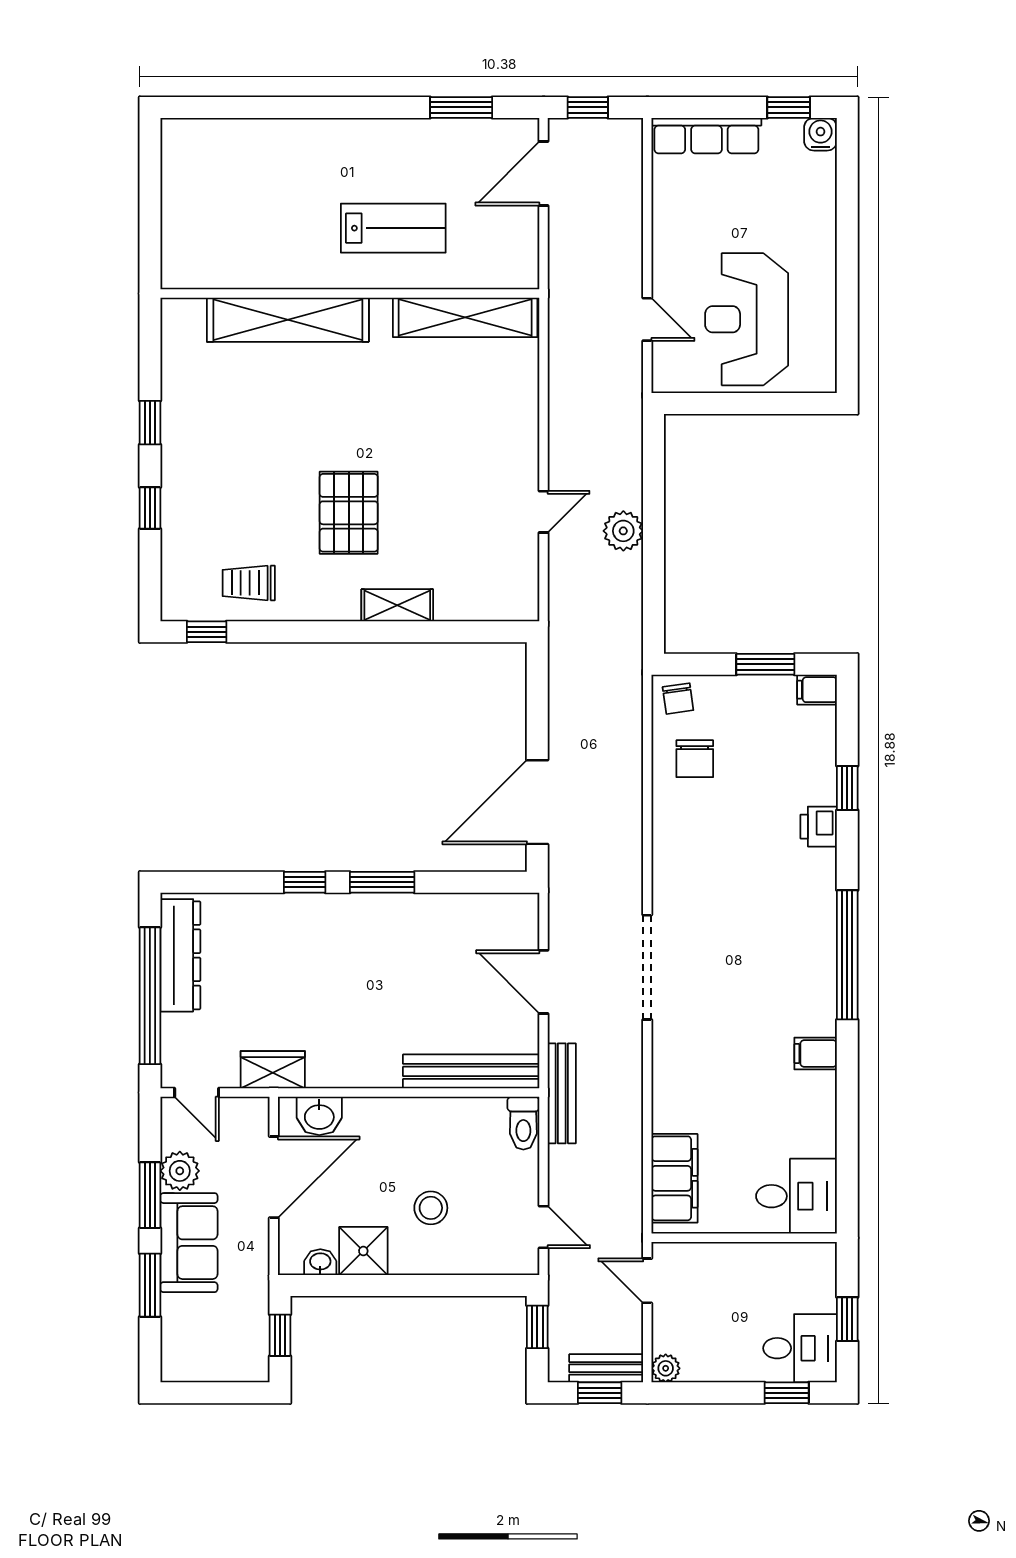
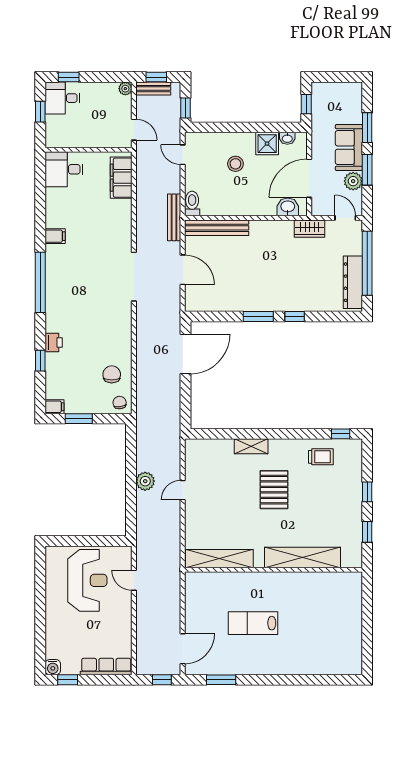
wall: (350, 294) -> (273, 570), moved
shelving: (465, 317) -> (219, 559), moved
shelving: (288, 320) -> (303, 557), moved

